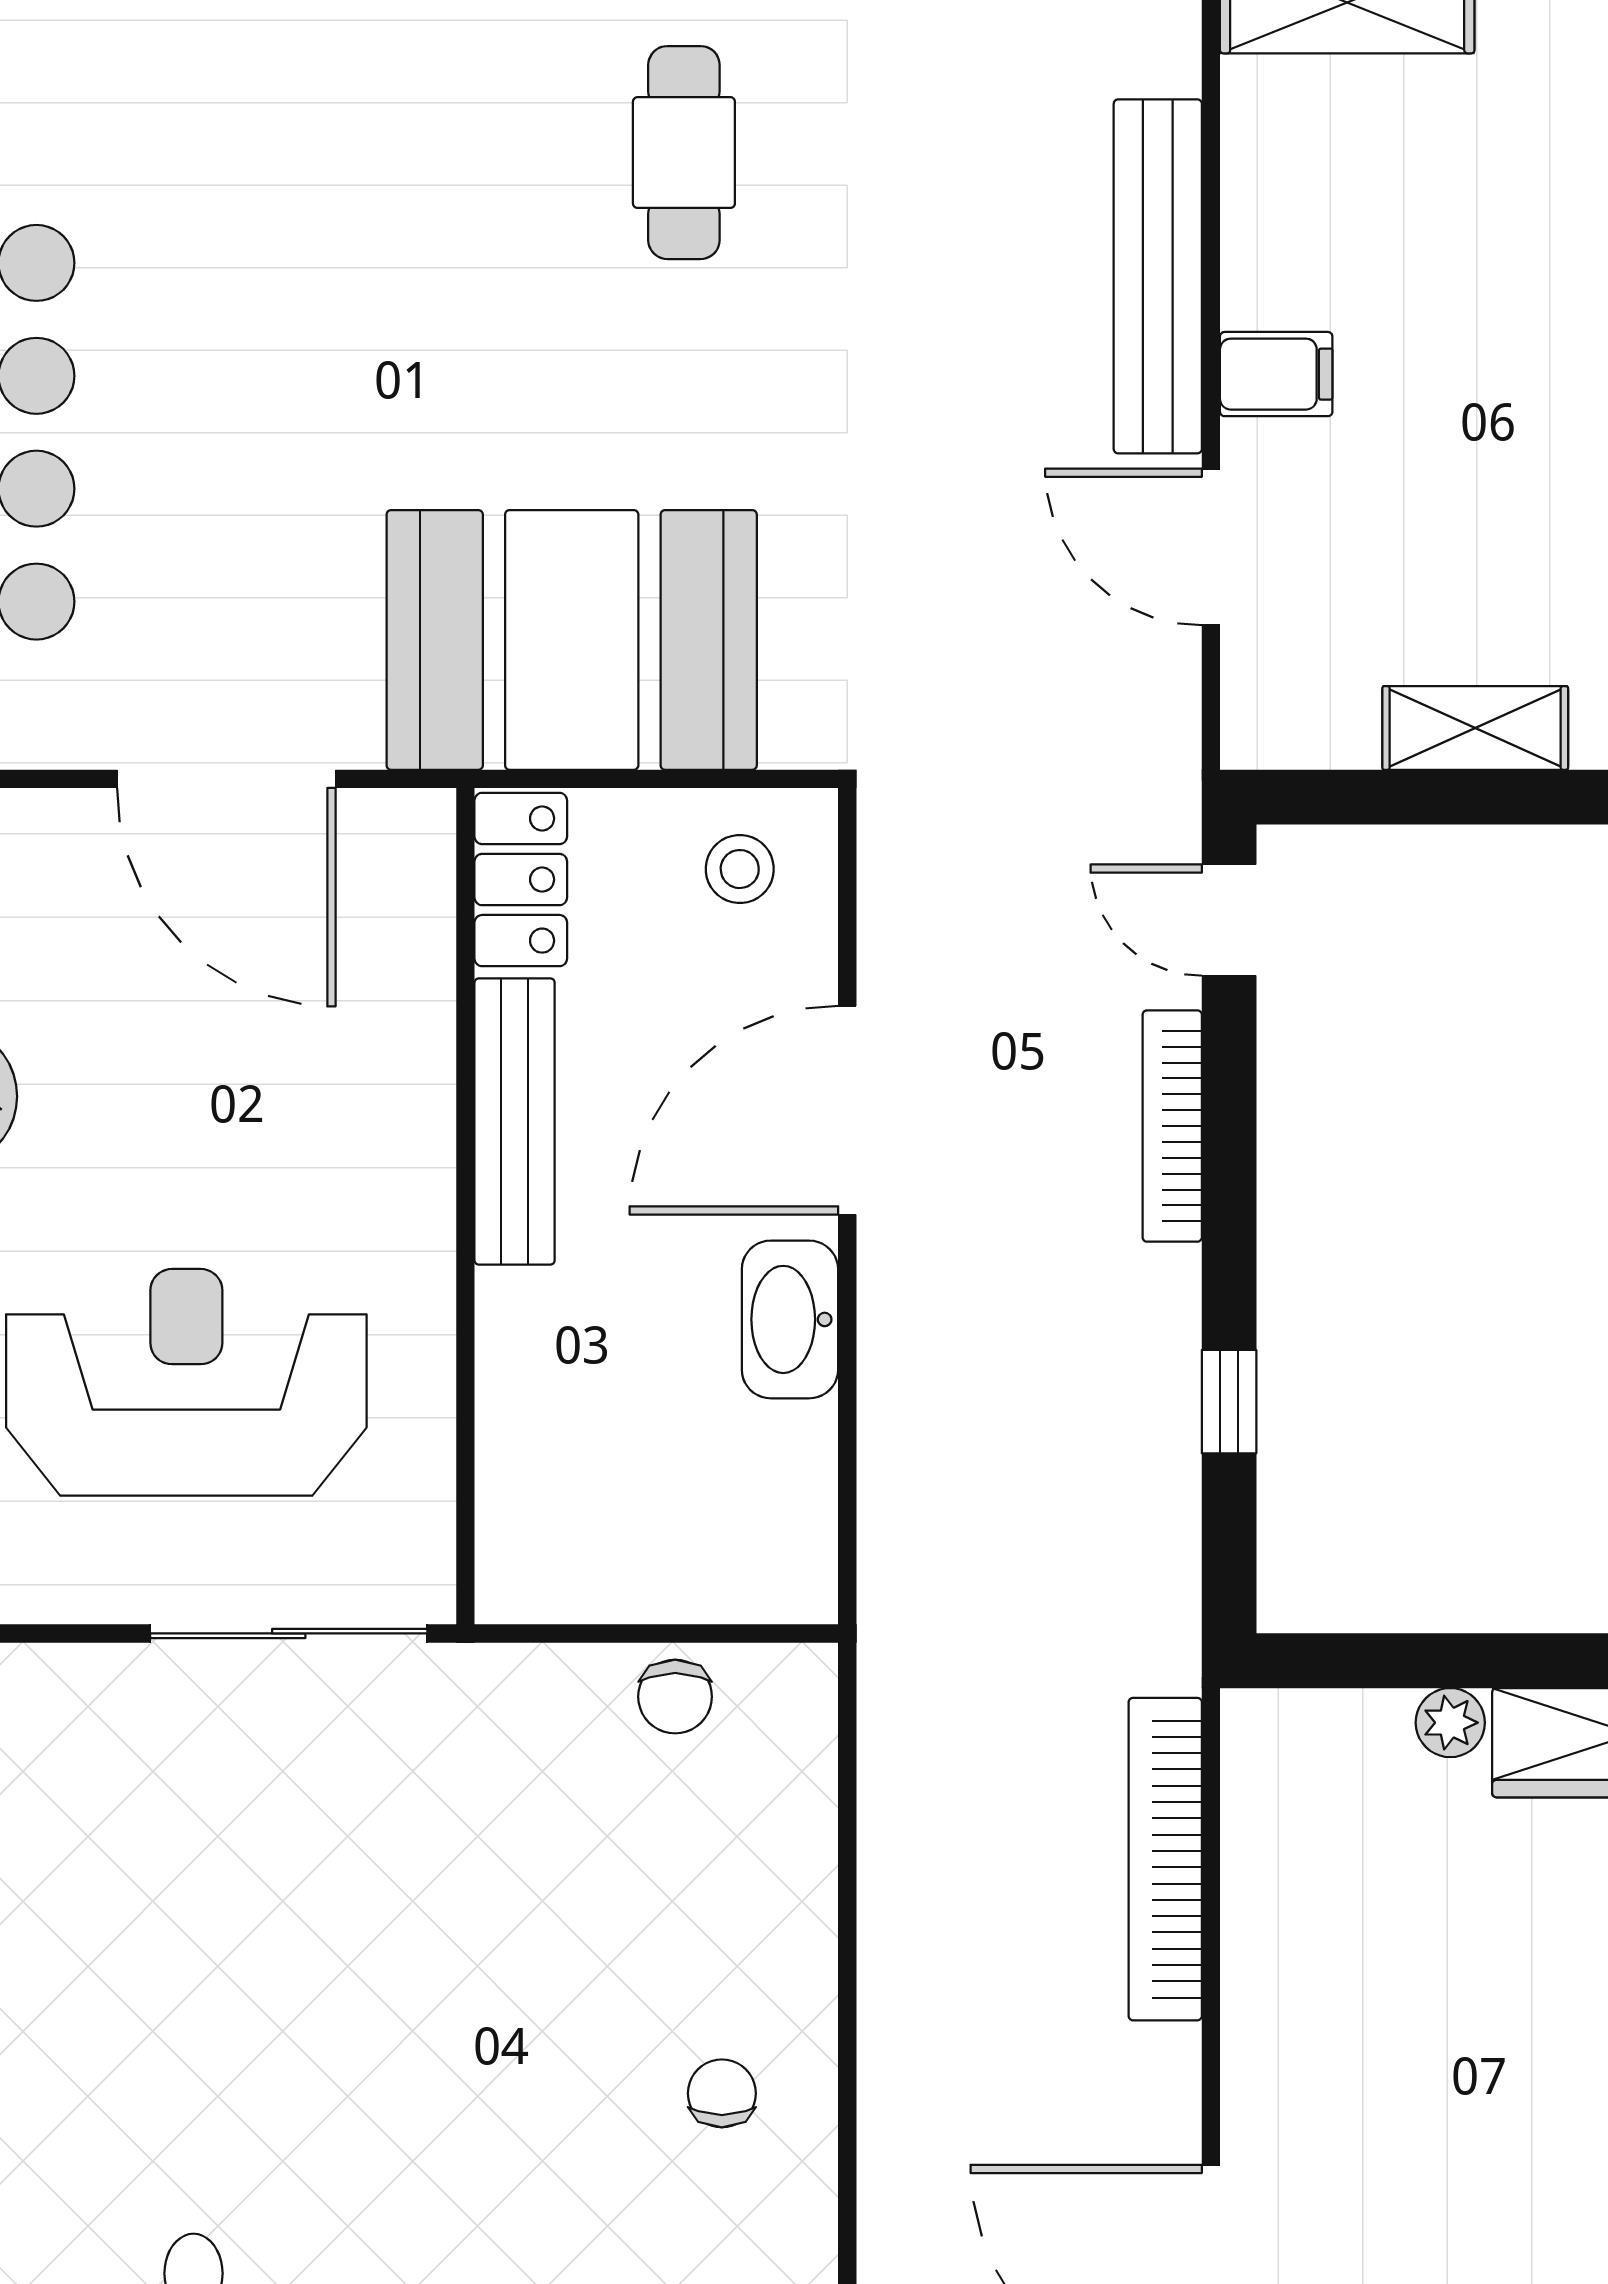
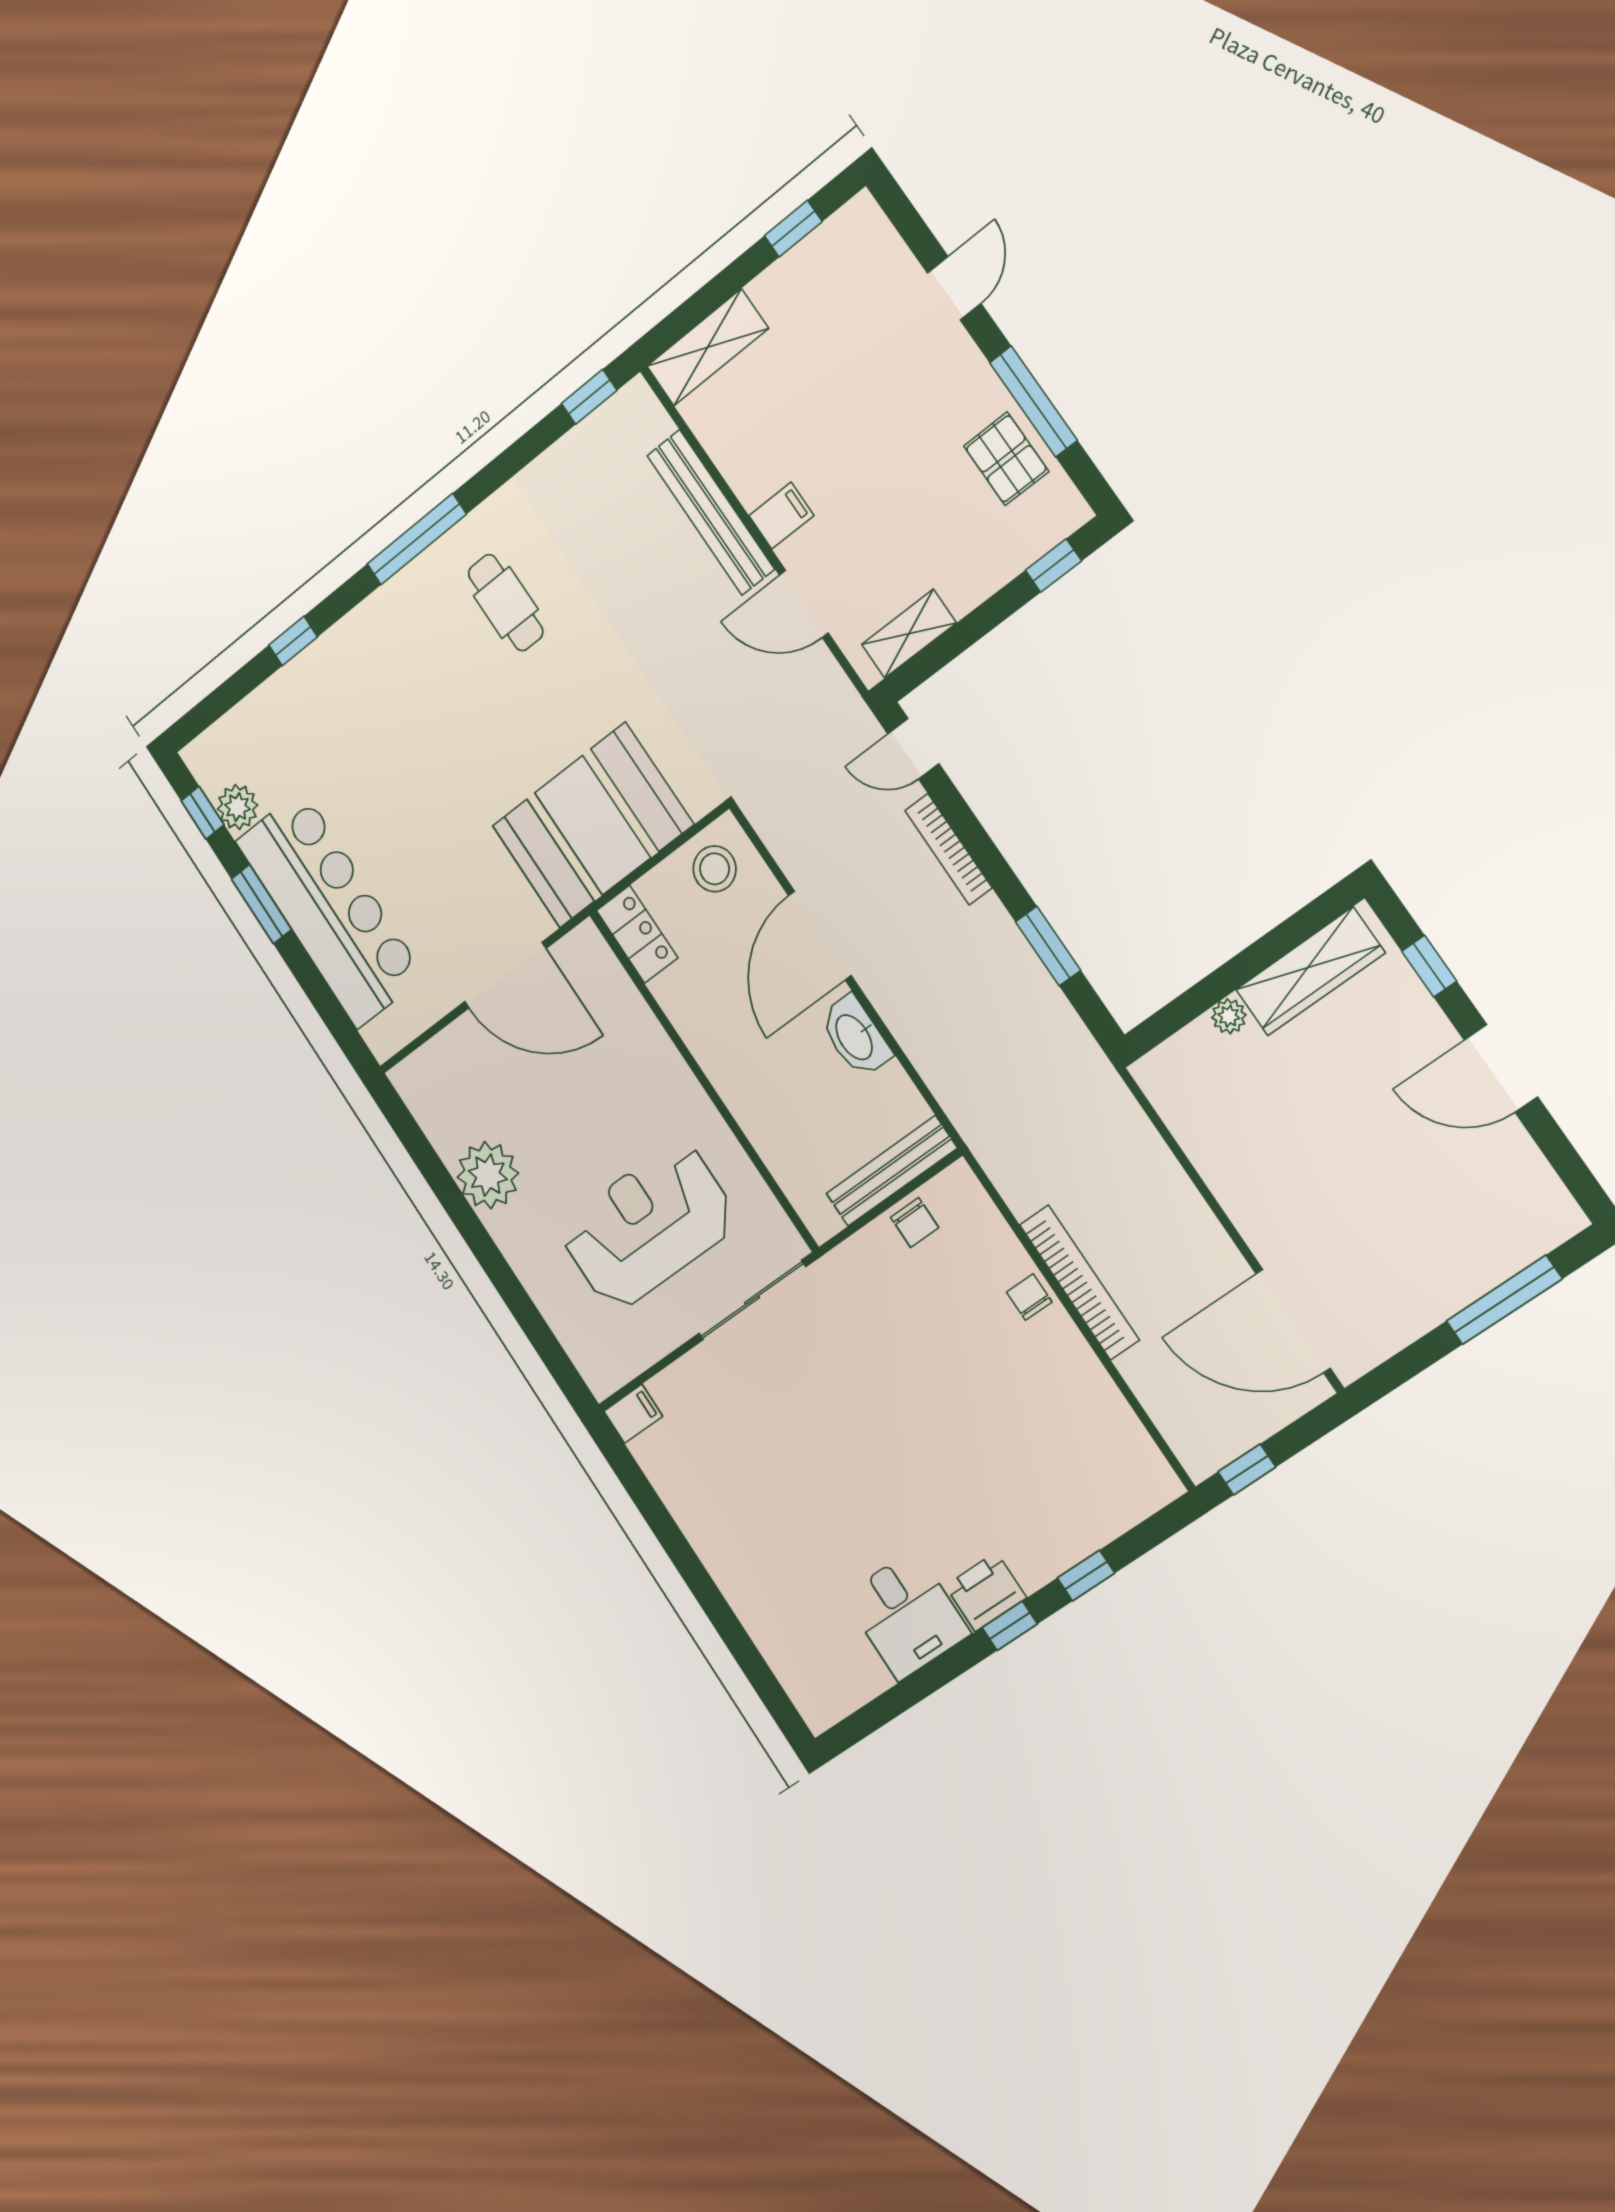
shelving: (1475, 728) -> (909, 634), moved
stool: (740, 869) -> (715, 869), width x1.37, depth x1.37
bench: (515, 1122) -> (891, 1171), moved, turned 90
window: (1229, 1402) -> (1048, 946), width x1.50
bookcase: (1165, 1859) -> (1079, 1282), moved, turned 180
chair: (722, 2093) -> (1029, 1297), moved

